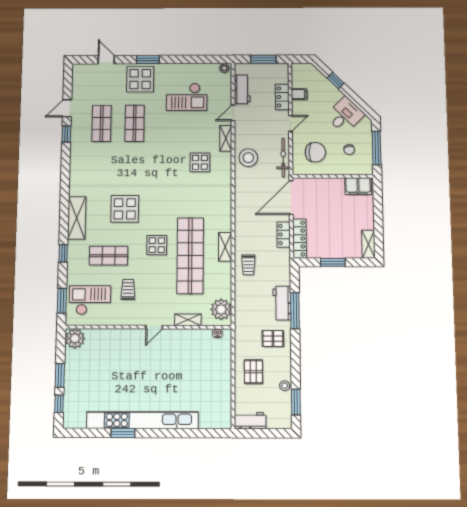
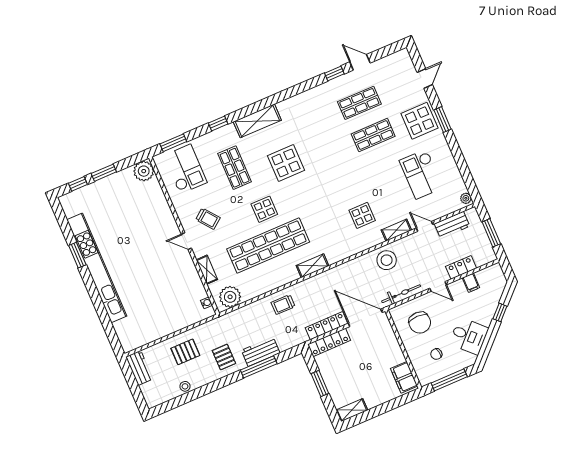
locker: (284, 235) -> (326, 326), width x1.53
shelving: (225, 247) -> (312, 266), moved
trolley: (128, 290) -> (208, 219), moved, turned 52
window: (296, 402) -> (175, 403), removed

